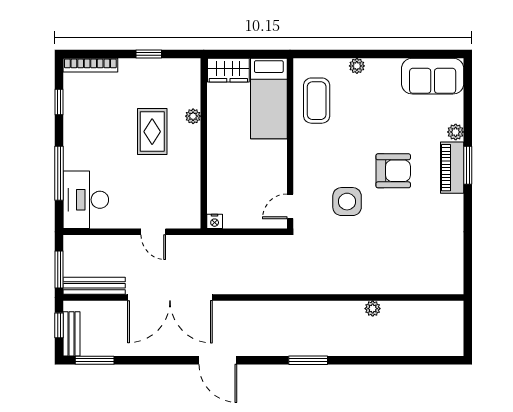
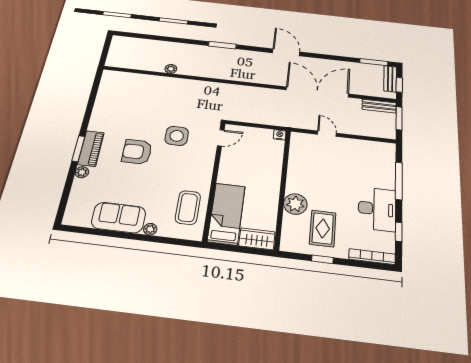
sofa: (433, 76) -> (119, 218), moved
plant: (193, 116) -> (295, 204), width x1.87, depth x1.87
rug: (152, 132) -> (323, 228), moved
desk: (86, 200) -> (377, 209), moved
bench: (94, 286) -> (379, 106), width x0.73

